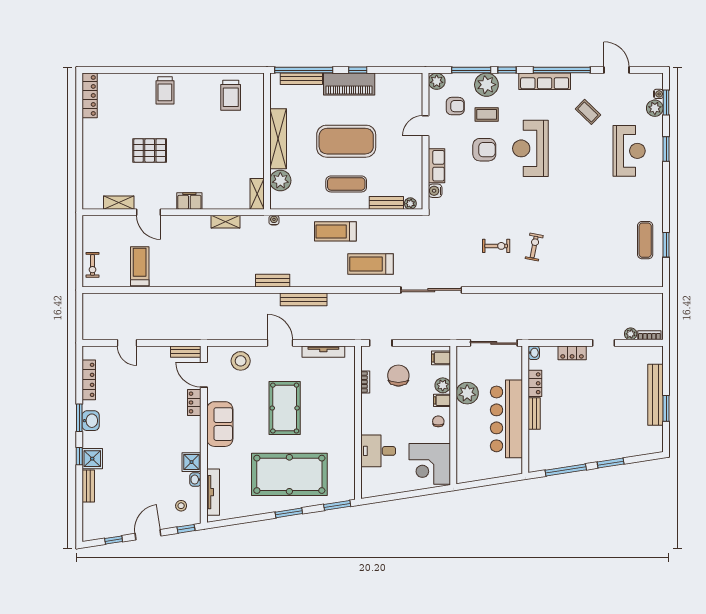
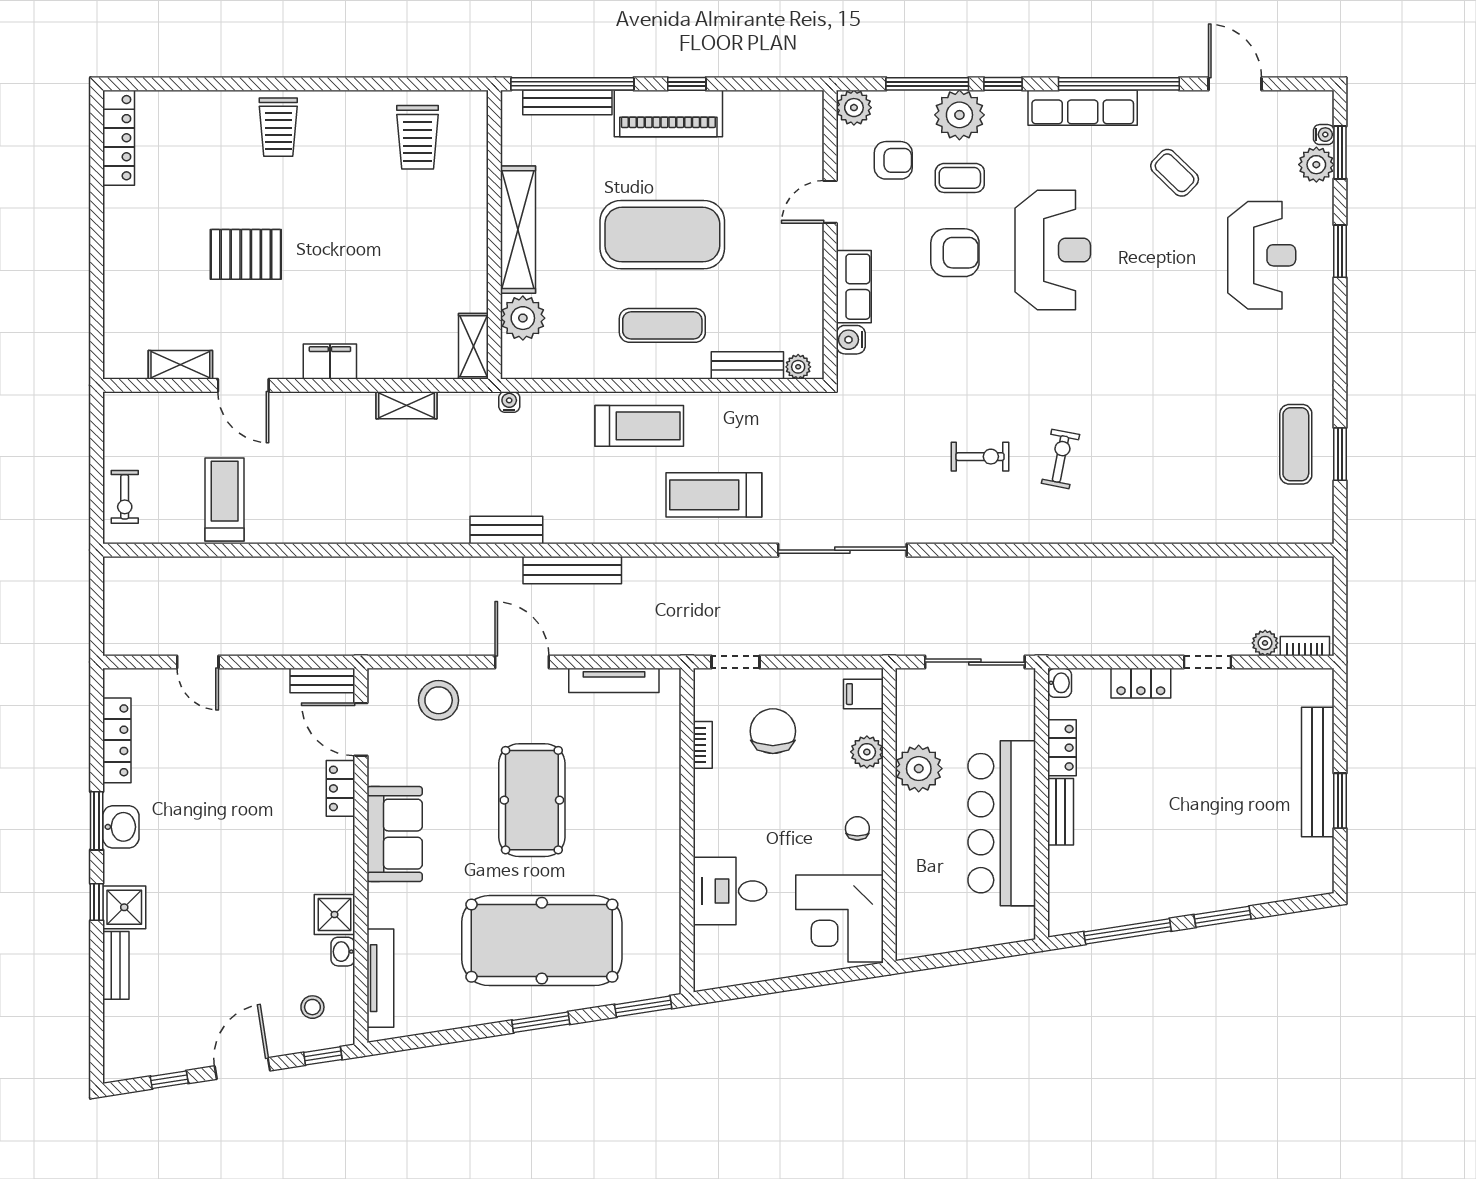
reception desk: (530, 148) -> (1053, 250), turned 180
treadmill: (335, 231) -> (639, 426), turned 180
filing cabinet: (442, 400) -> (865, 784), removed

